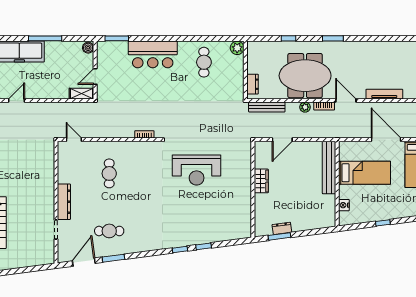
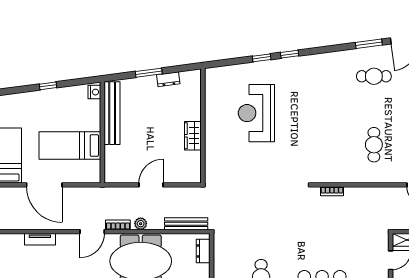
tv unit: (384, 94) -> (40, 239), width x0.71
door: (346, 101) -> (92, 232), hinge flipped
door: (282, 140) -> (151, 185), moved
bench: (329, 168) -> (112, 113), moved
reception desk: (197, 170) -> (256, 113), moved, turned -90
nightstand: (344, 205) -> (94, 92), moved
window: (279, 236) -> (149, 73), moved

